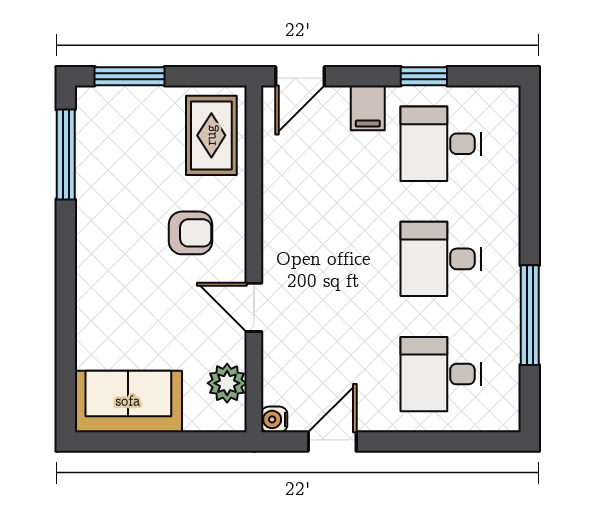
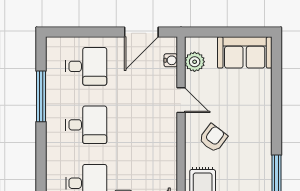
armchair: (191, 233) -> (213, 138), turned 127
water cooler: (274, 419) -> (171, 60), moved
door: (332, 442) -> (141, 32), width x1.38

